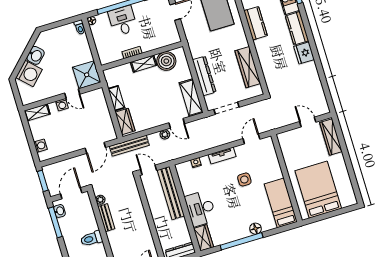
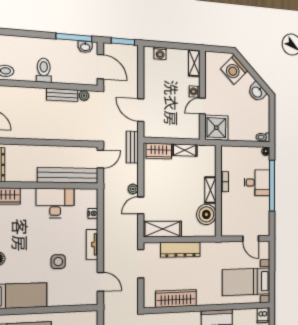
washbasin: (36, 55) -> (257, 92), moved
bench: (129, 146) -> (132, 147), width x0.73
desk: (201, 208) -> (55, 203), moved

